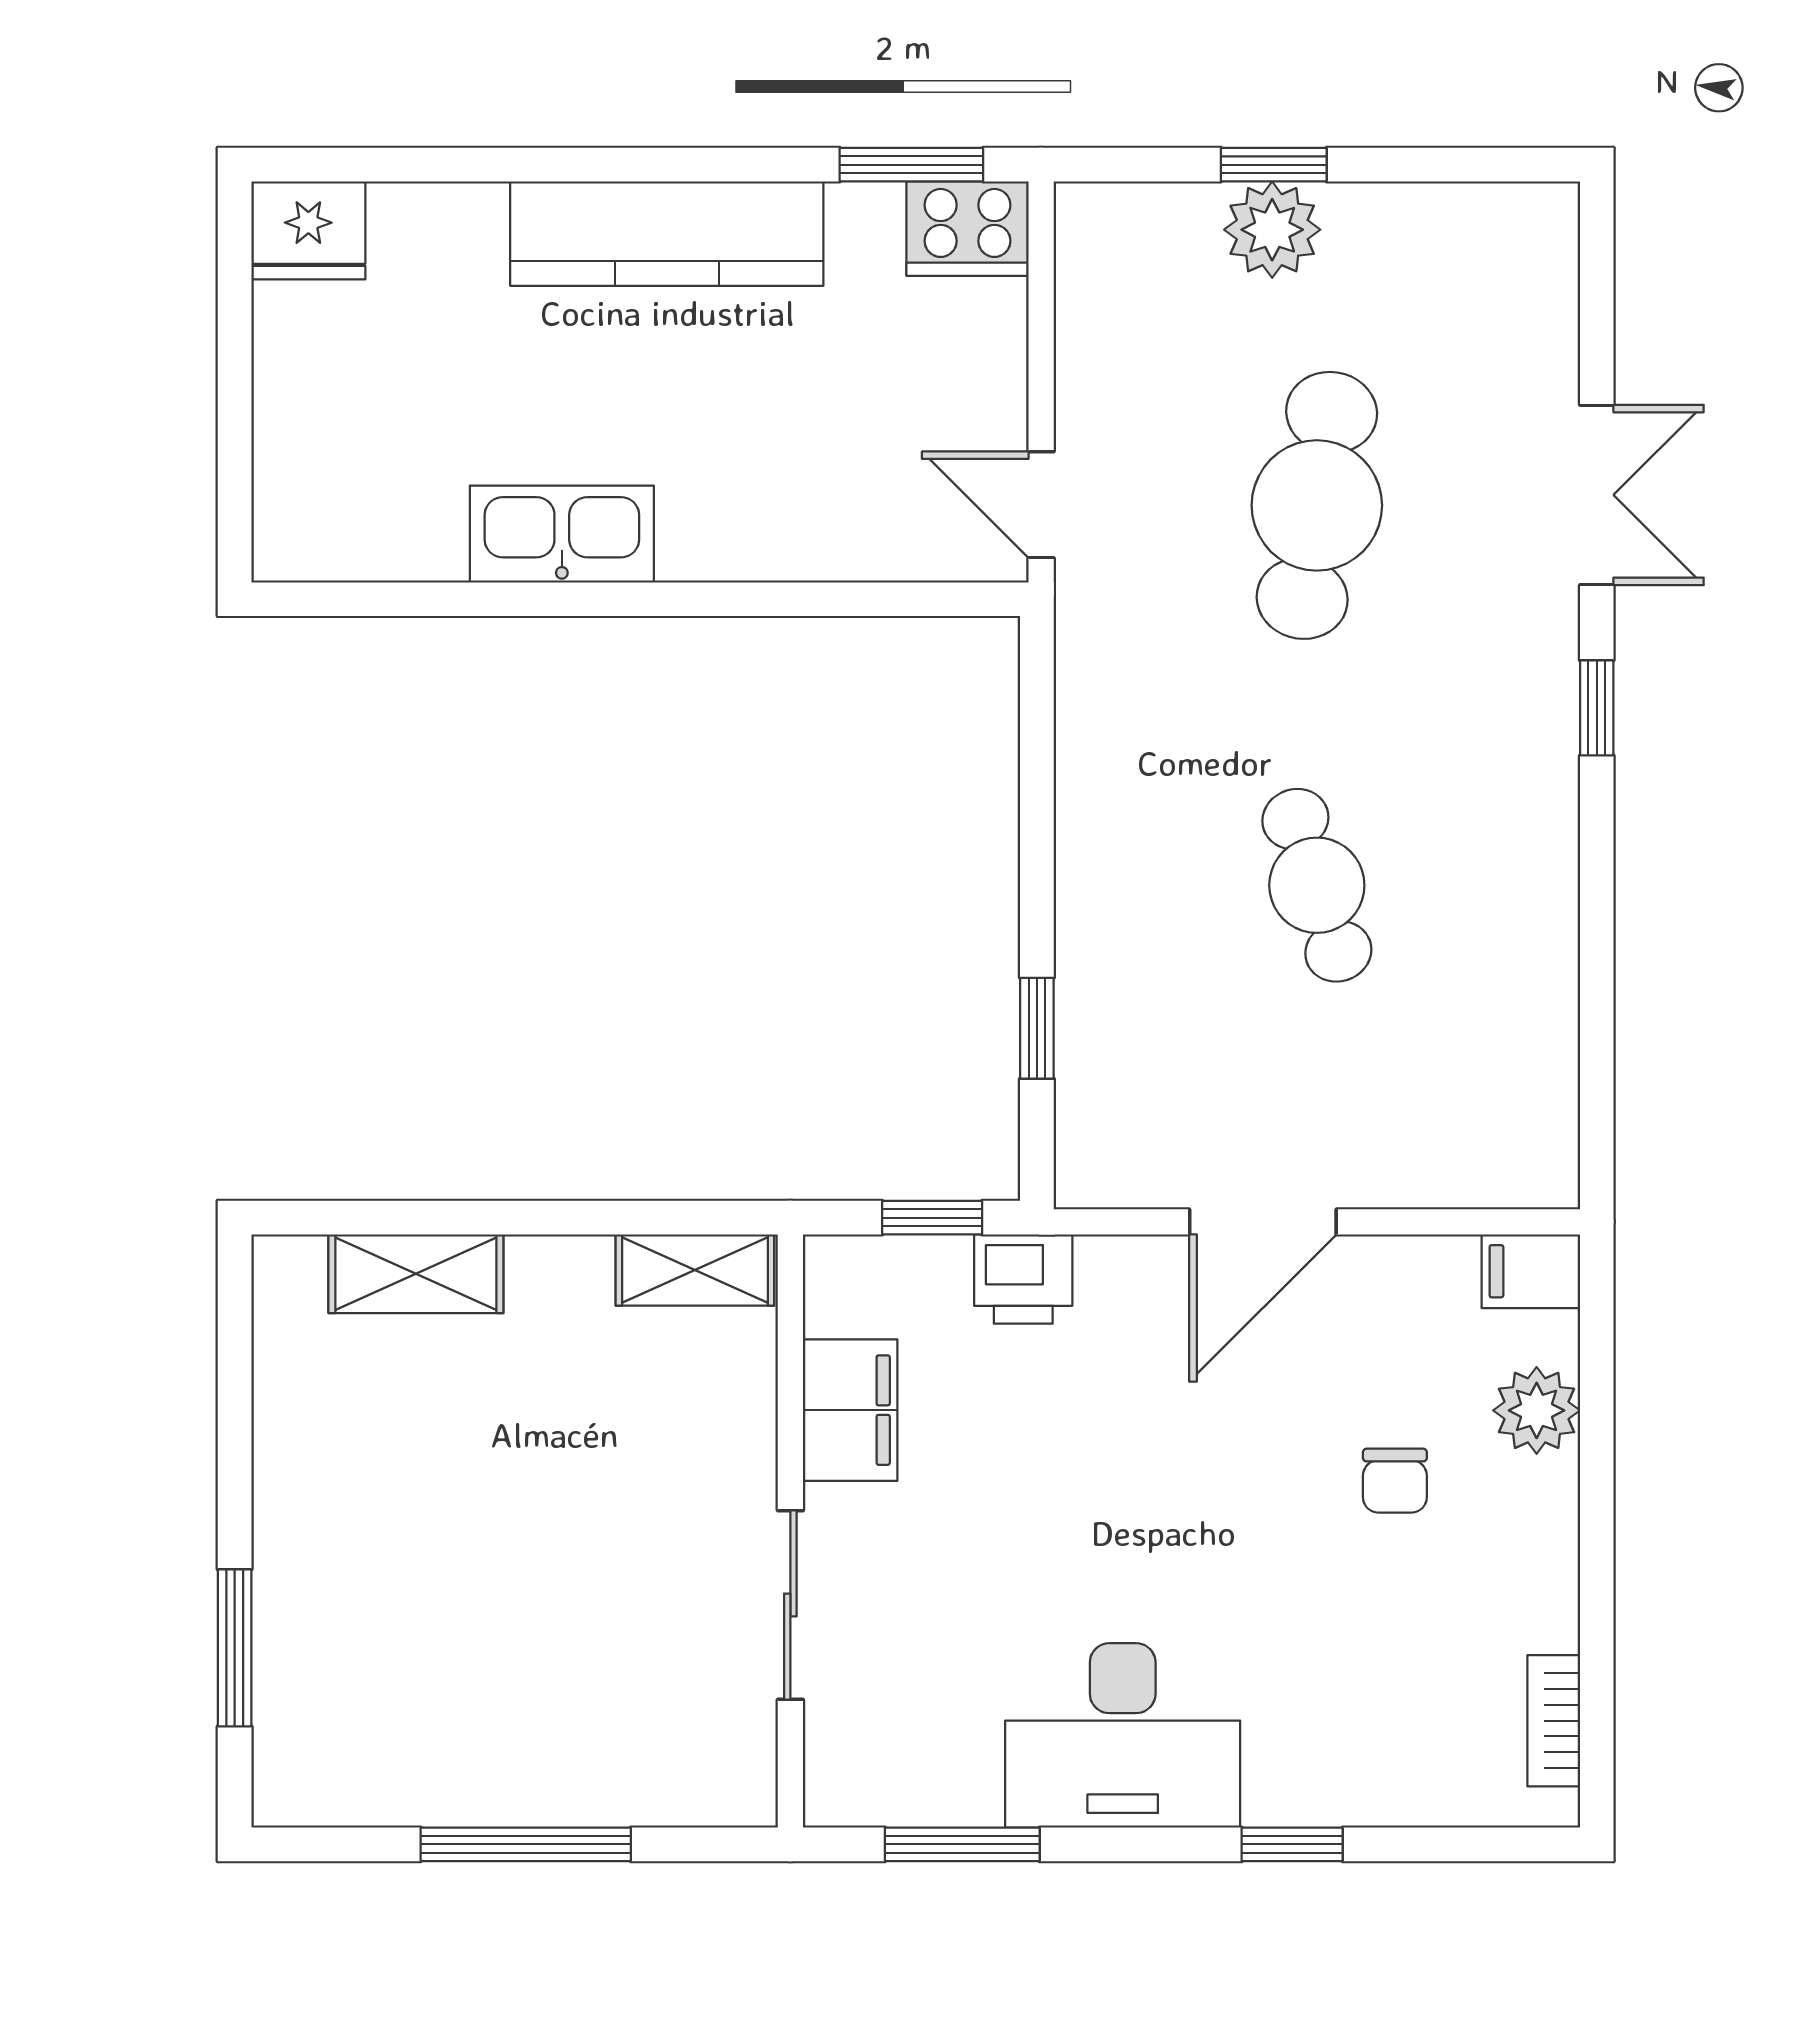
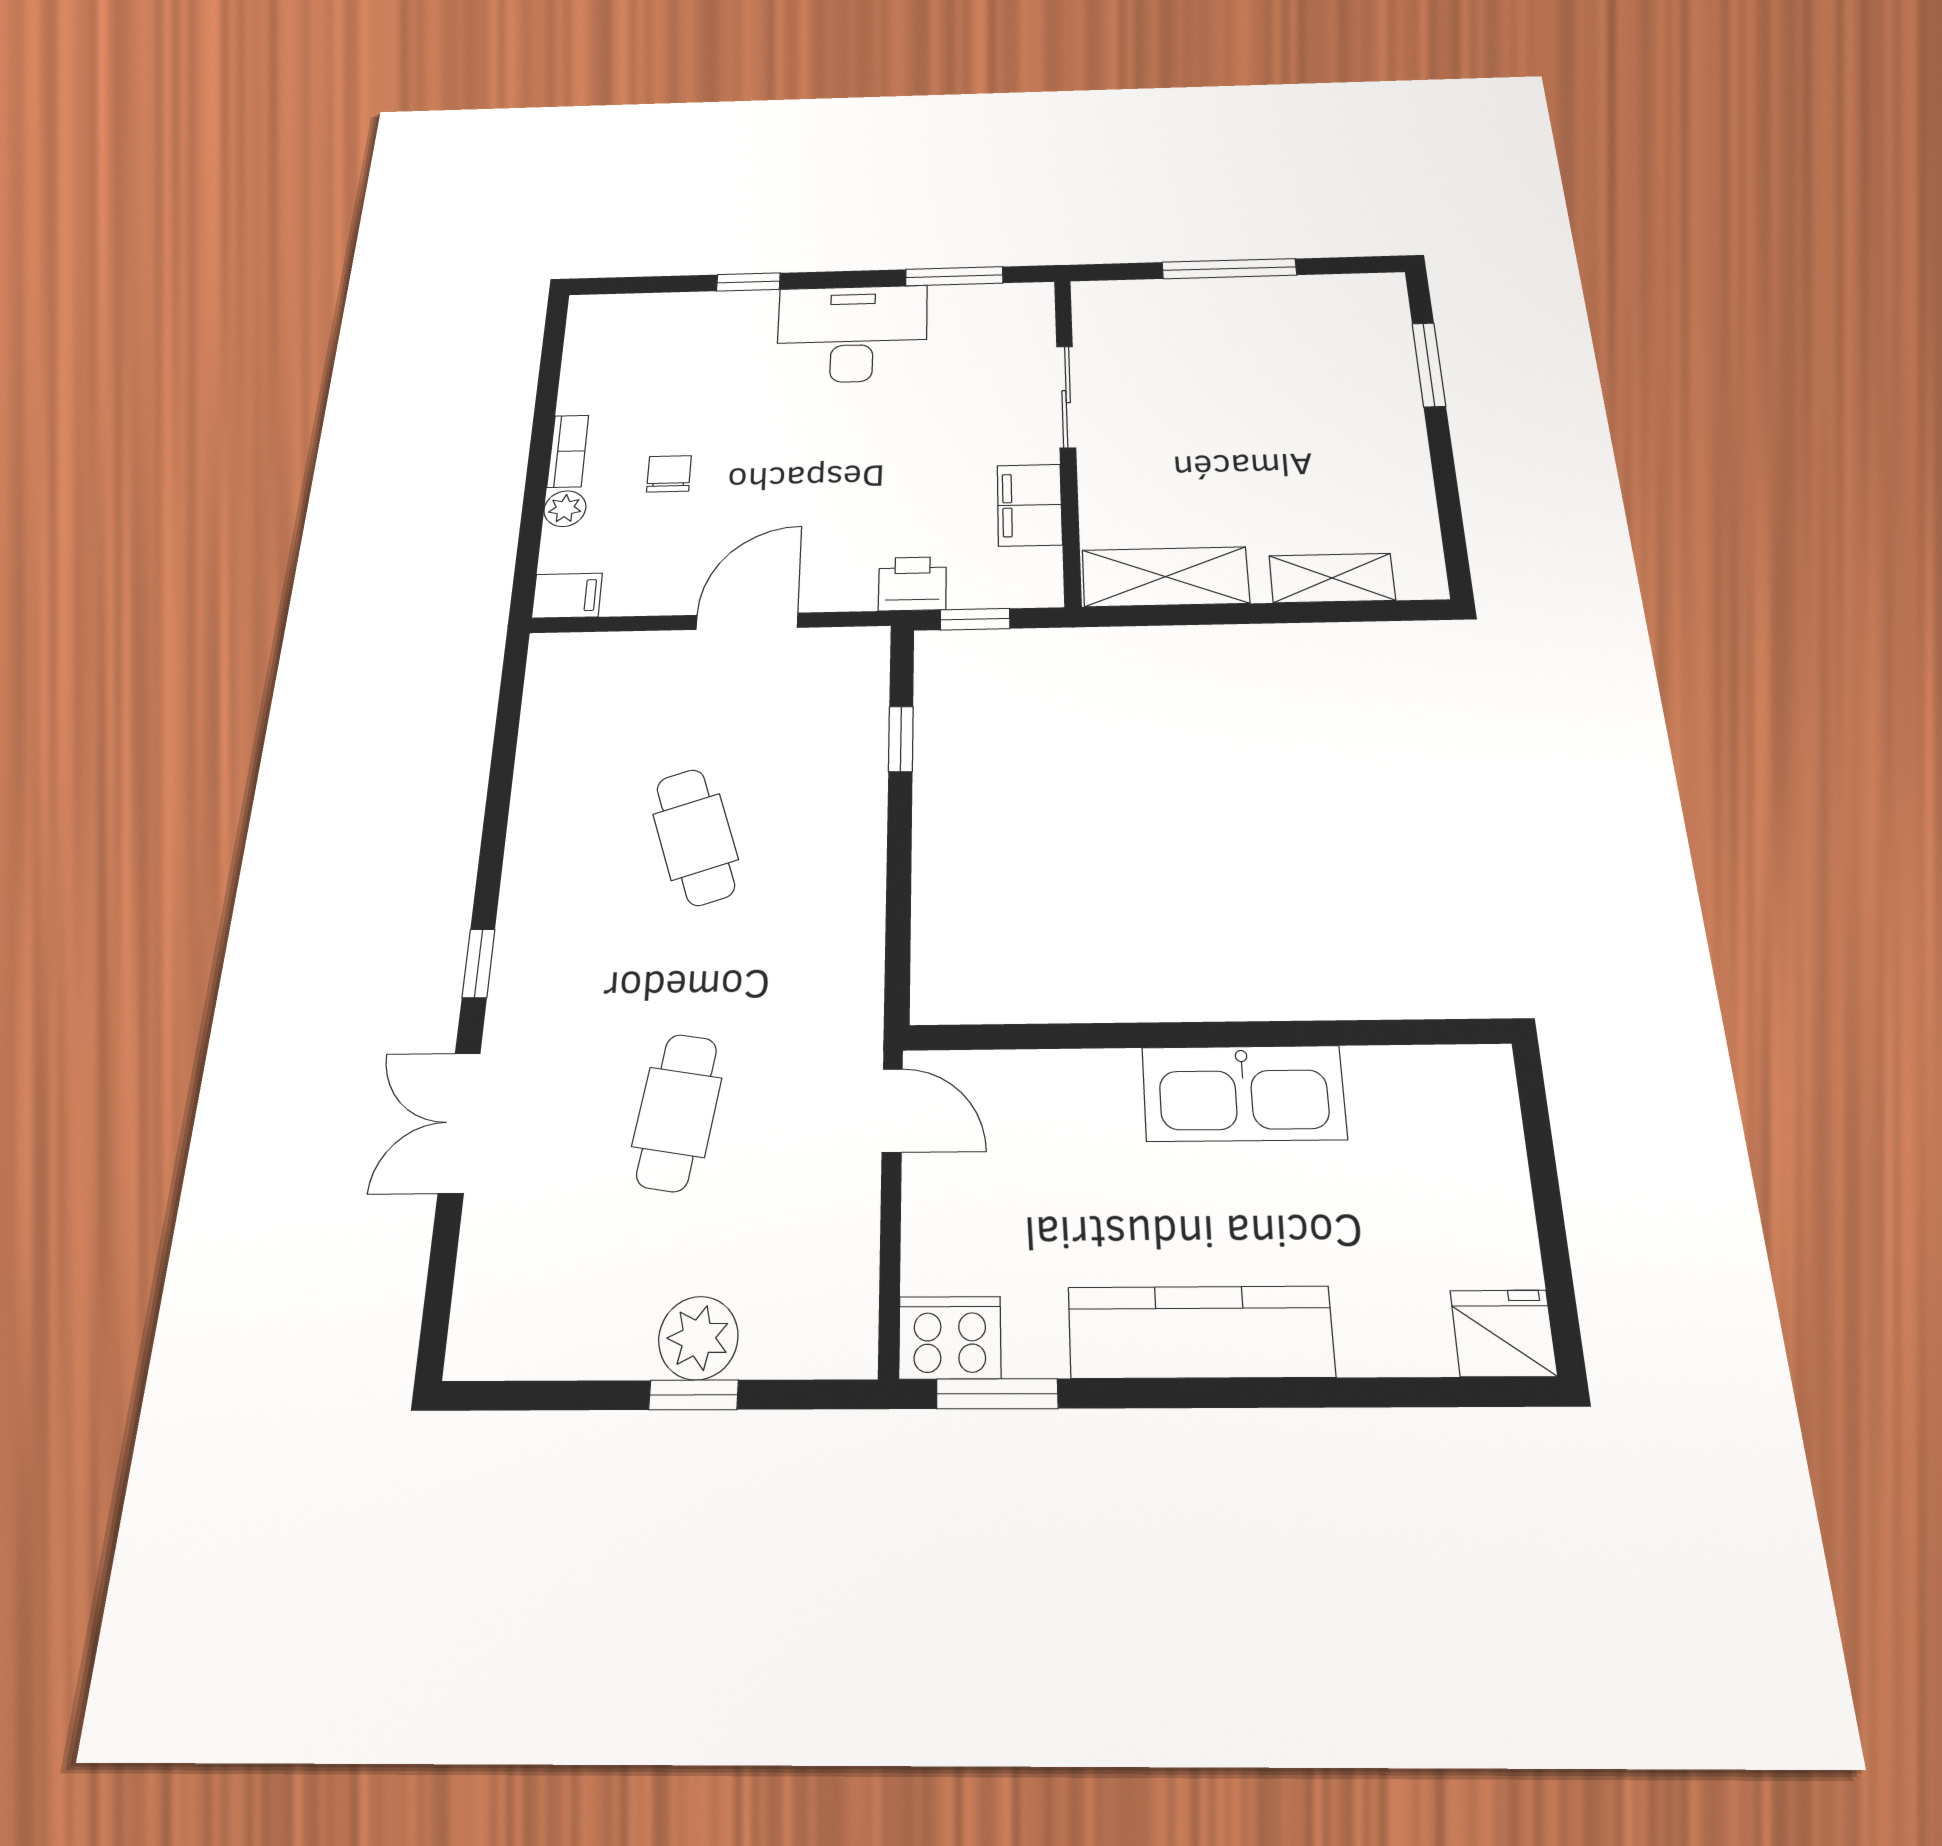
cafe table: (1317, 505) -> (677, 1112), width x0.73, depth x0.74
kitchen sink: (562, 534) -> (1244, 1093), width x1.36, depth x1.24
shelving: (695, 1270) -> (1165, 577), width x1.50, depth x1.33
plant: (1537, 1410) -> (565, 509), width x0.73, depth x0.73
bookcase: (1554, 1721) -> (568, 451), moved

